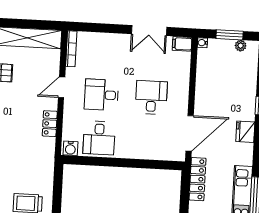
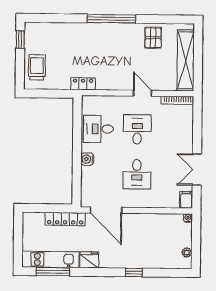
window: (230, 35) -> (196, 242), removed
desk: (151, 97) -> (137, 174), turned 90
locker: (50, 124) -> (83, 84), moved
fridge: (245, 132) -> (89, 260), moved
water cooler: (70, 148) -> (87, 159), moved

